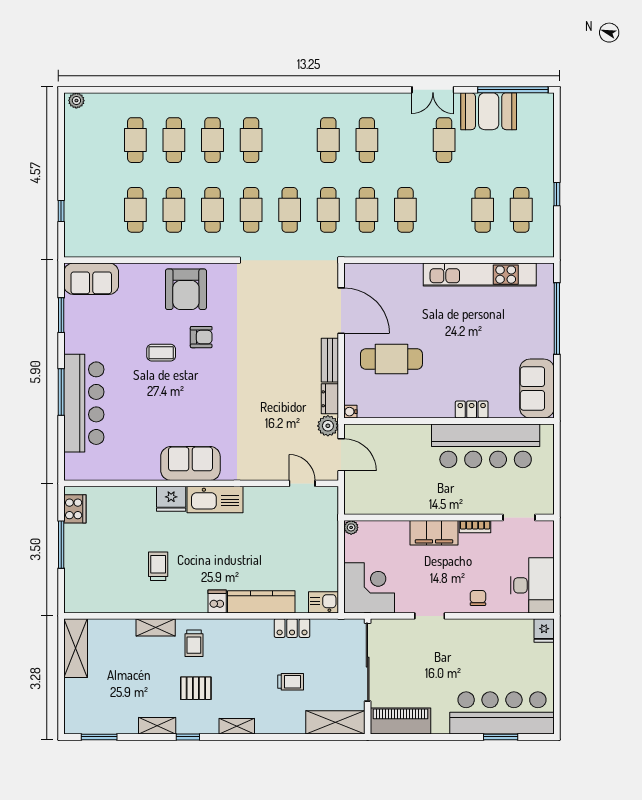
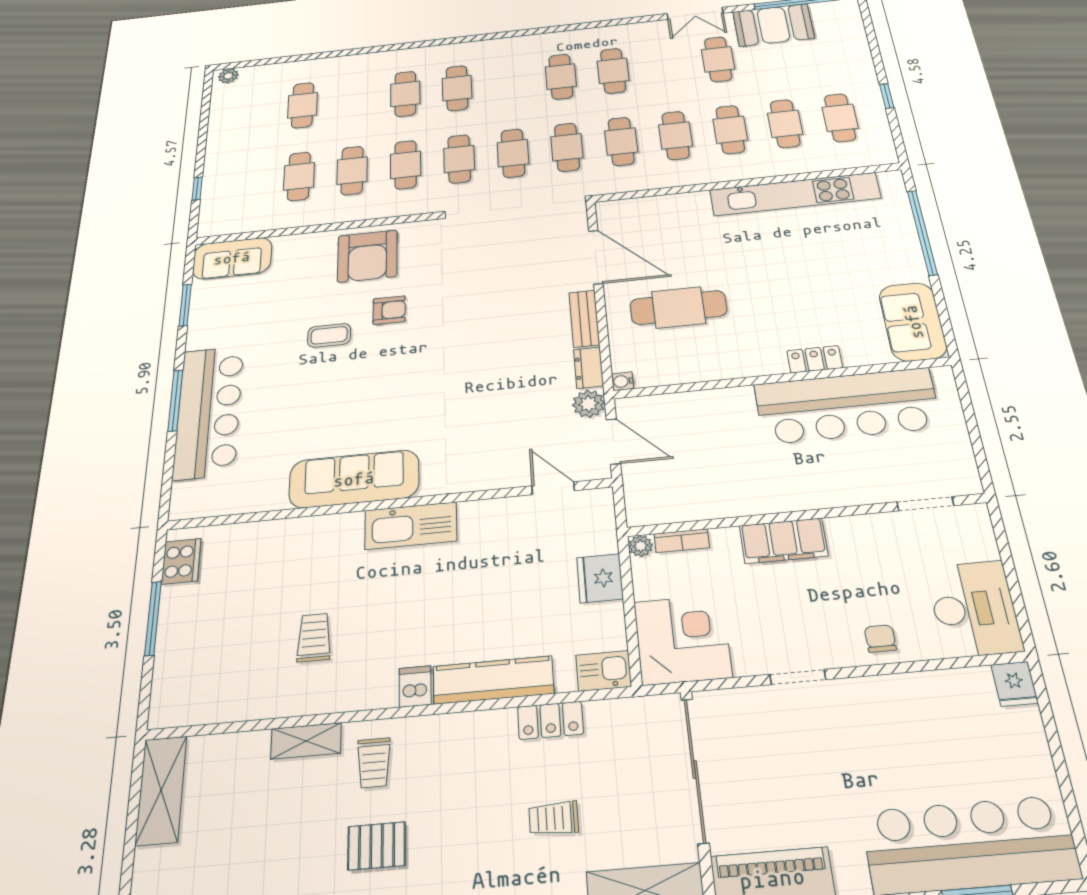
cafe table: (174, 140) -> (730, 130), moved
sofa: (190, 463) -> (354, 479), width x1.36
fridge: (171, 499) -> (600, 578), moved, turned 90
bookcase: (475, 527) -> (682, 541), moved
trolley: (291, 682) -> (554, 818), turned 180

